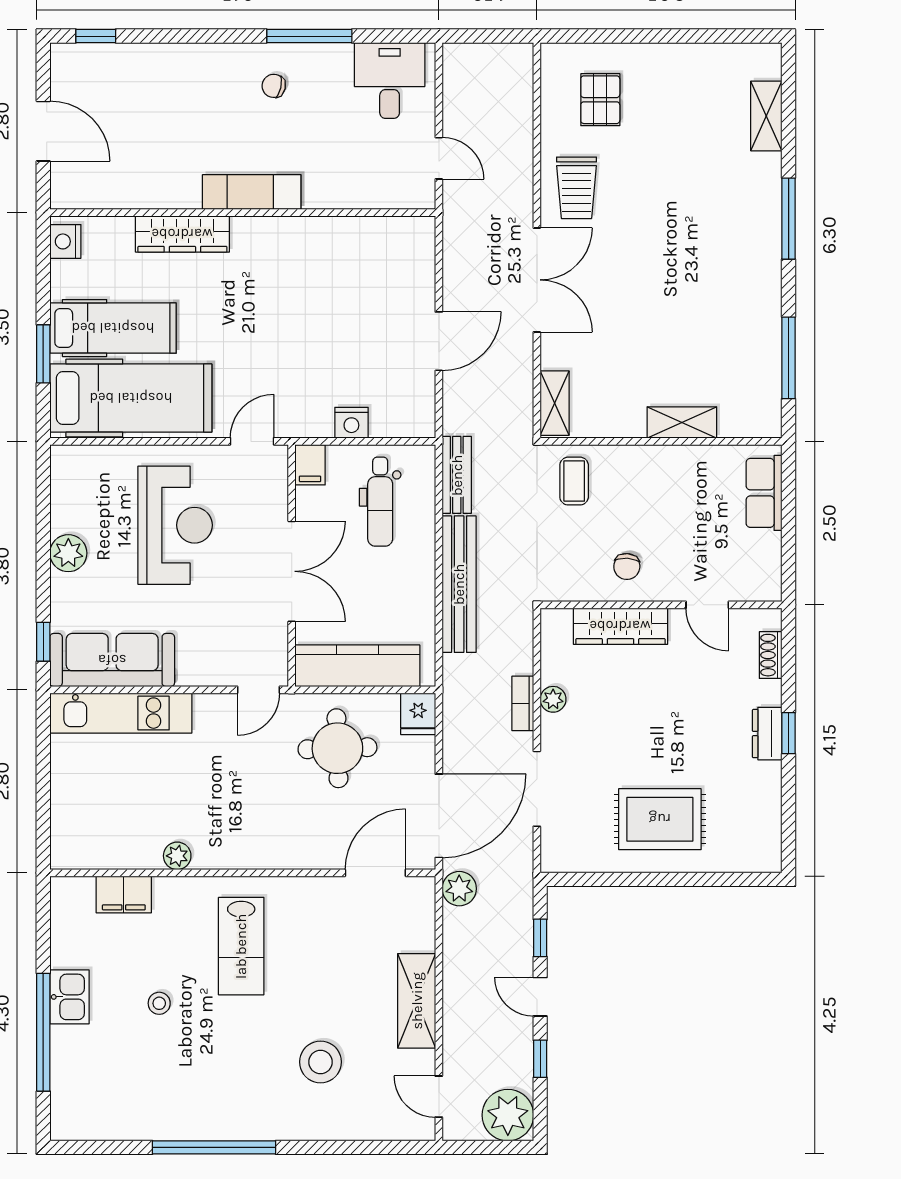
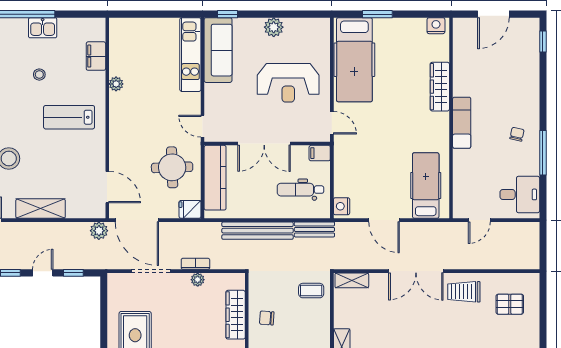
hospital bed: (113, 328) -> (426, 185), moved, turned 180
nightstand: (351, 423) -> (342, 206), moved

